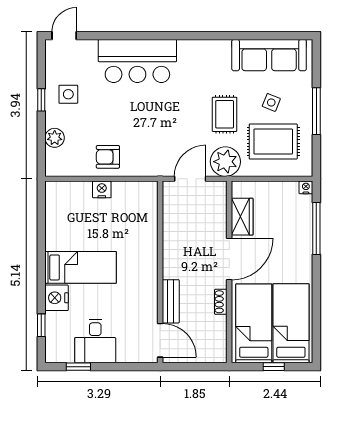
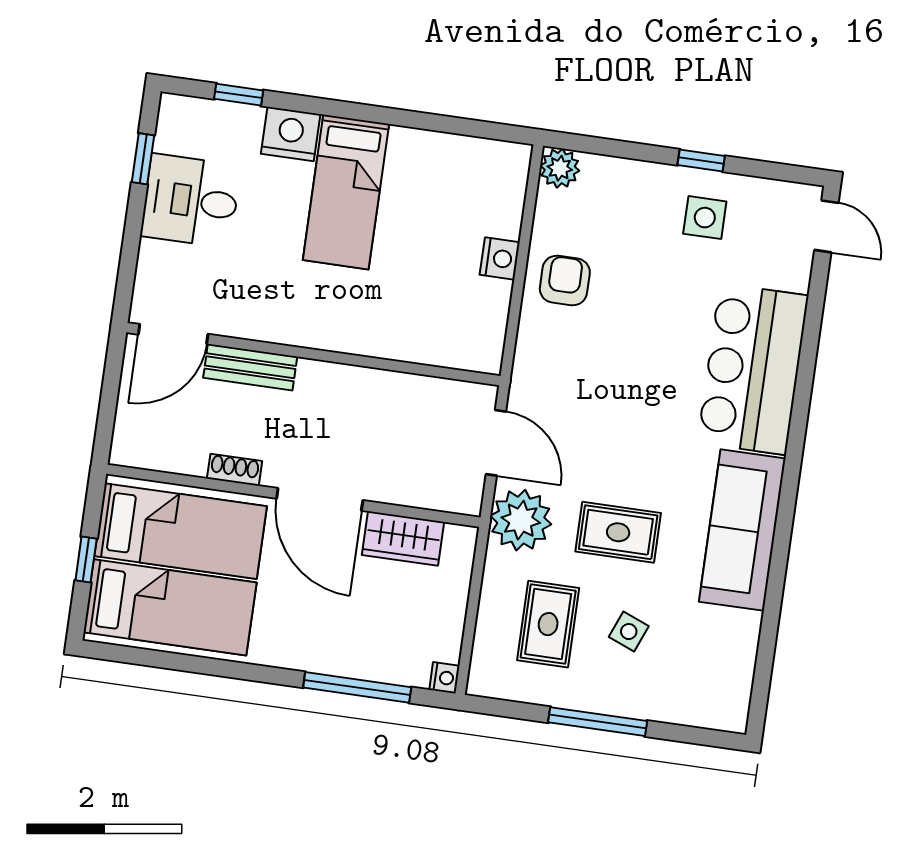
sofa: (269, 55) -> (742, 530), moved
plant: (55, 138) -> (560, 168), moved
rug: (273, 141) -> (548, 624), width x0.73, depth x0.70

